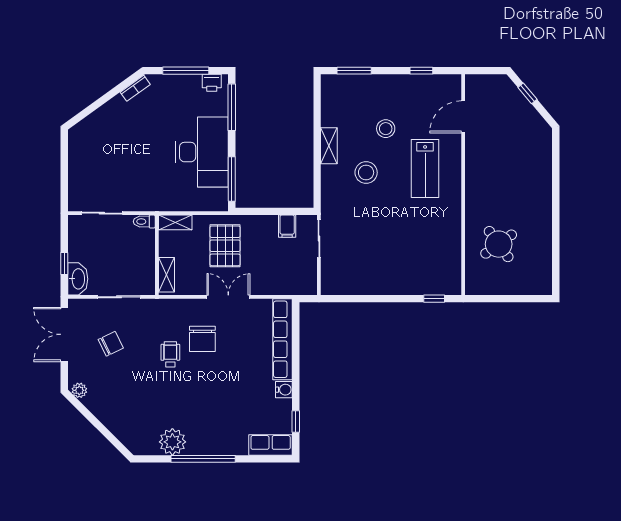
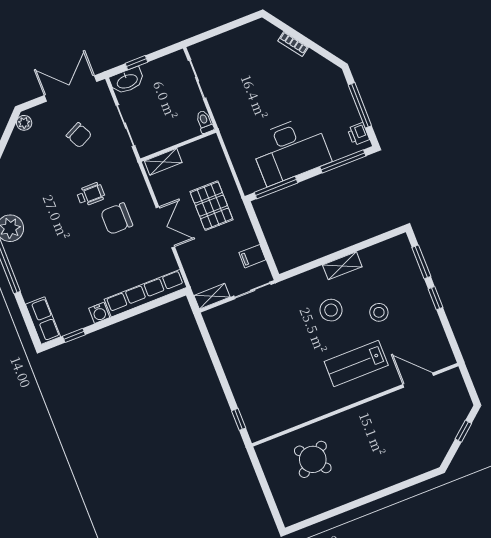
window: (421, 71) -> (436, 298), moved
bookcase: (135, 88) -> (293, 44), moved
shelving: (175, 222) -> (212, 296), moved, turned 90
pallet: (225, 246) -> (211, 206), turned 90

